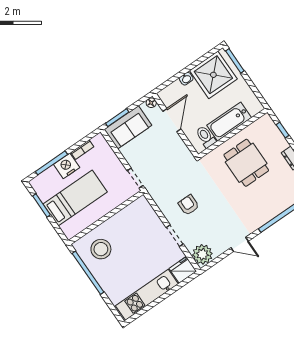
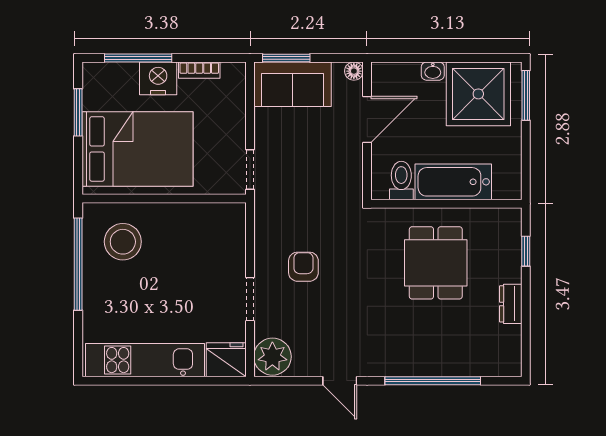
bed: (75, 198) -> (137, 149), width x1.50

